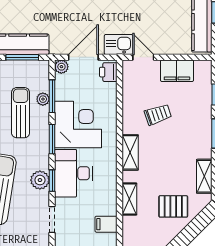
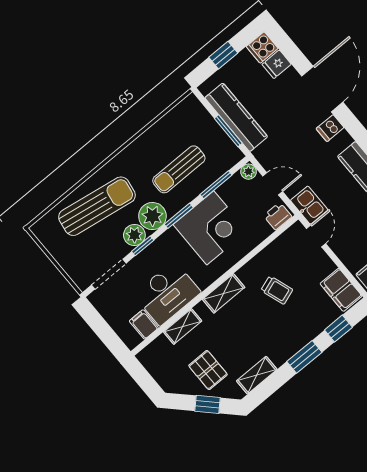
door: (83, 57) -> (273, 184), width x0.73
filing cabinet: (177, 71) -> (341, 290), moved
plant: (43, 99) -> (152, 216), moved, width x1.88, depth x1.88
sun lounger: (21, 113) -> (179, 169), turned 180
desk: (73, 173) -> (167, 293), moved, turned 180
doorway: (52, 220) -> (109, 274), width x1.38
window: (196, 226) -> (207, 404), added

